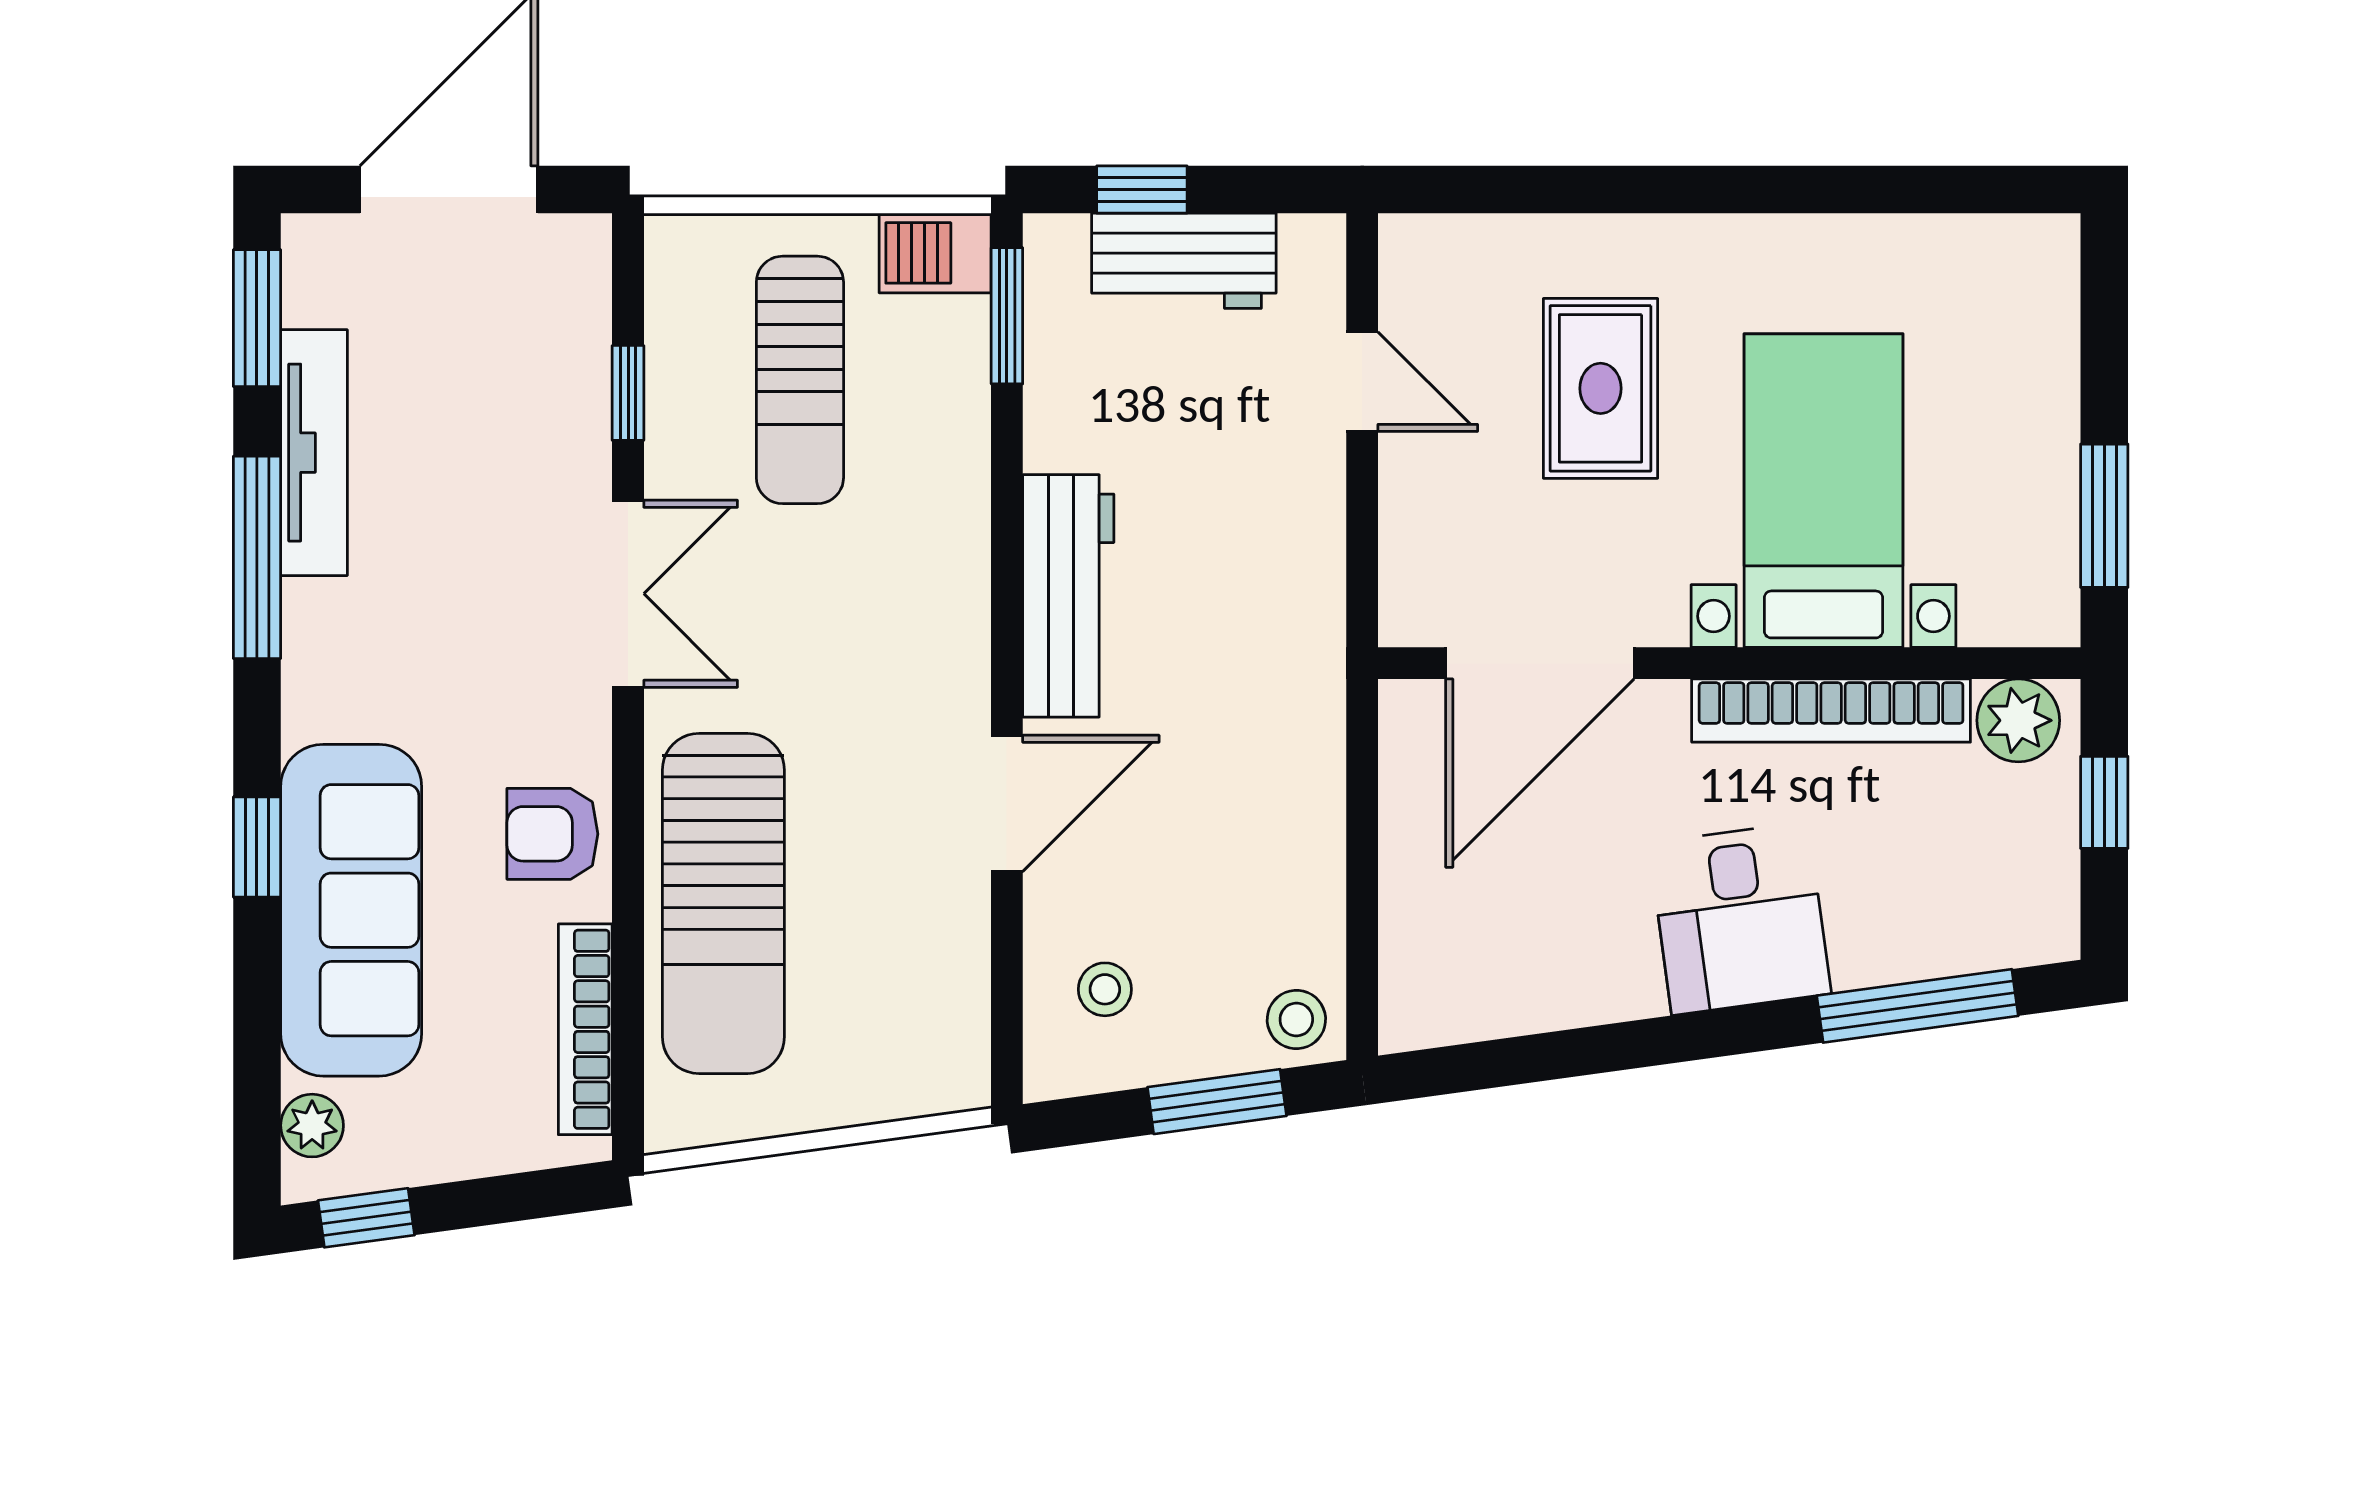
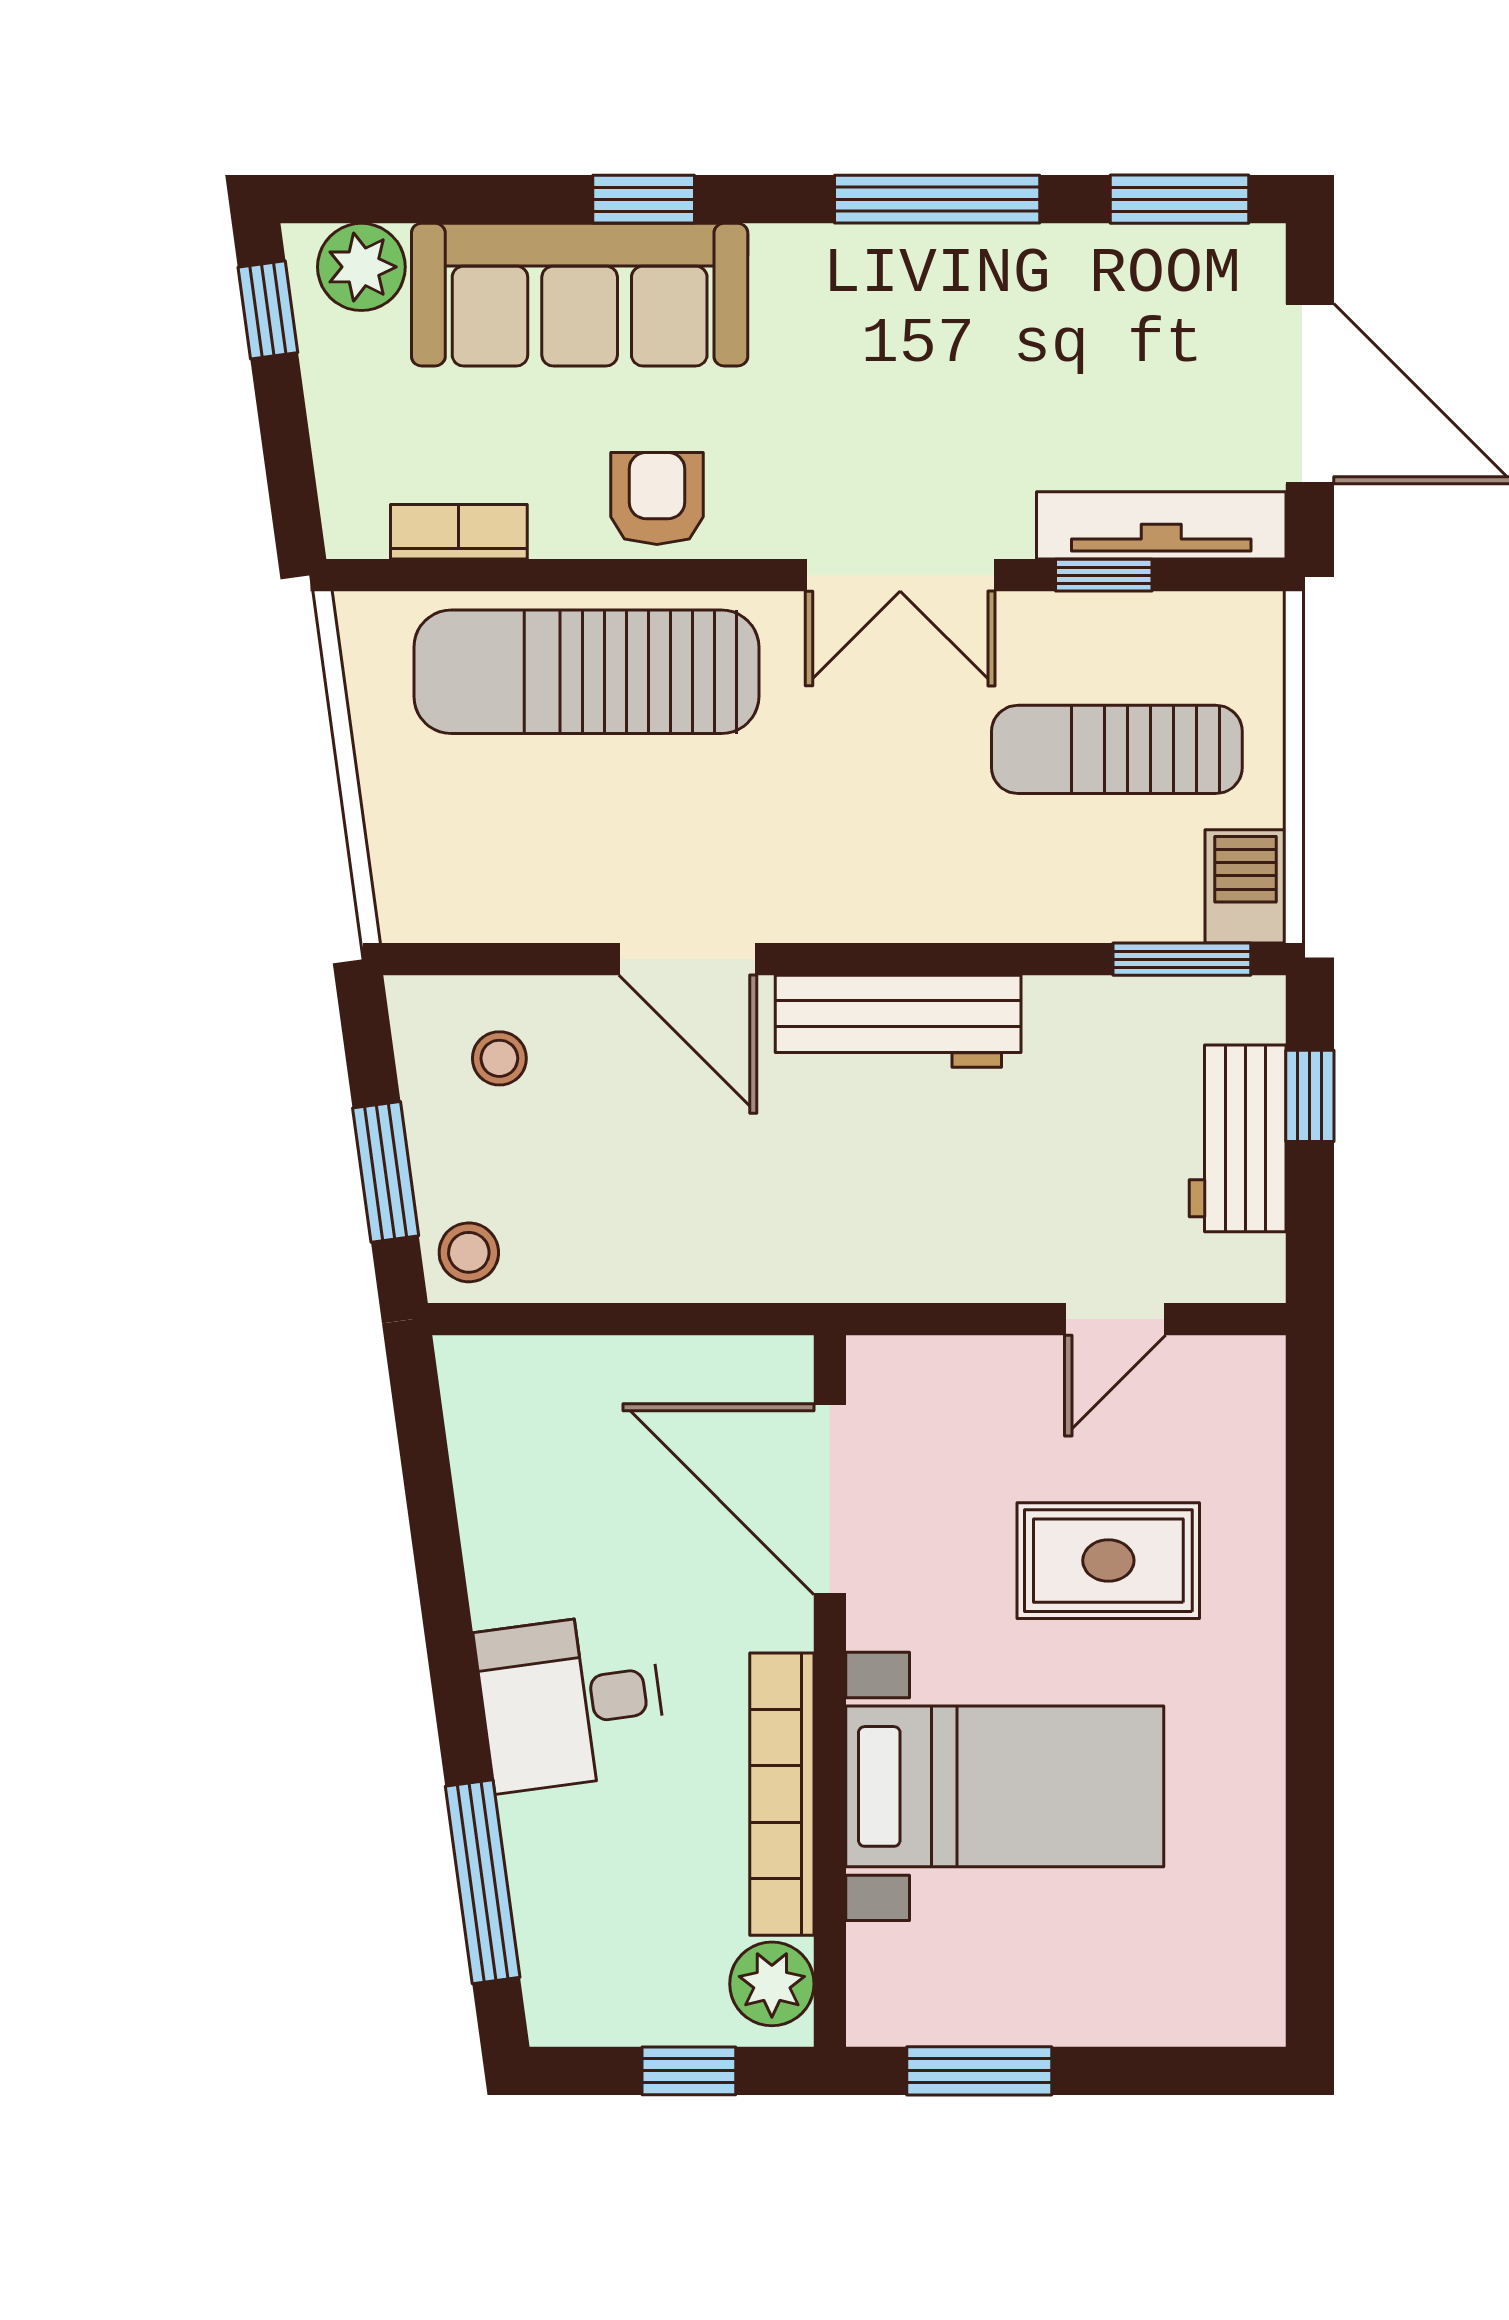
tv unit: (314, 453) -> (1161, 525), moved, turned 180
bookcase: (585, 1029) -> (459, 532), width x0.64
plant: (312, 1126) -> (361, 267), width x1.38, depth x1.38

